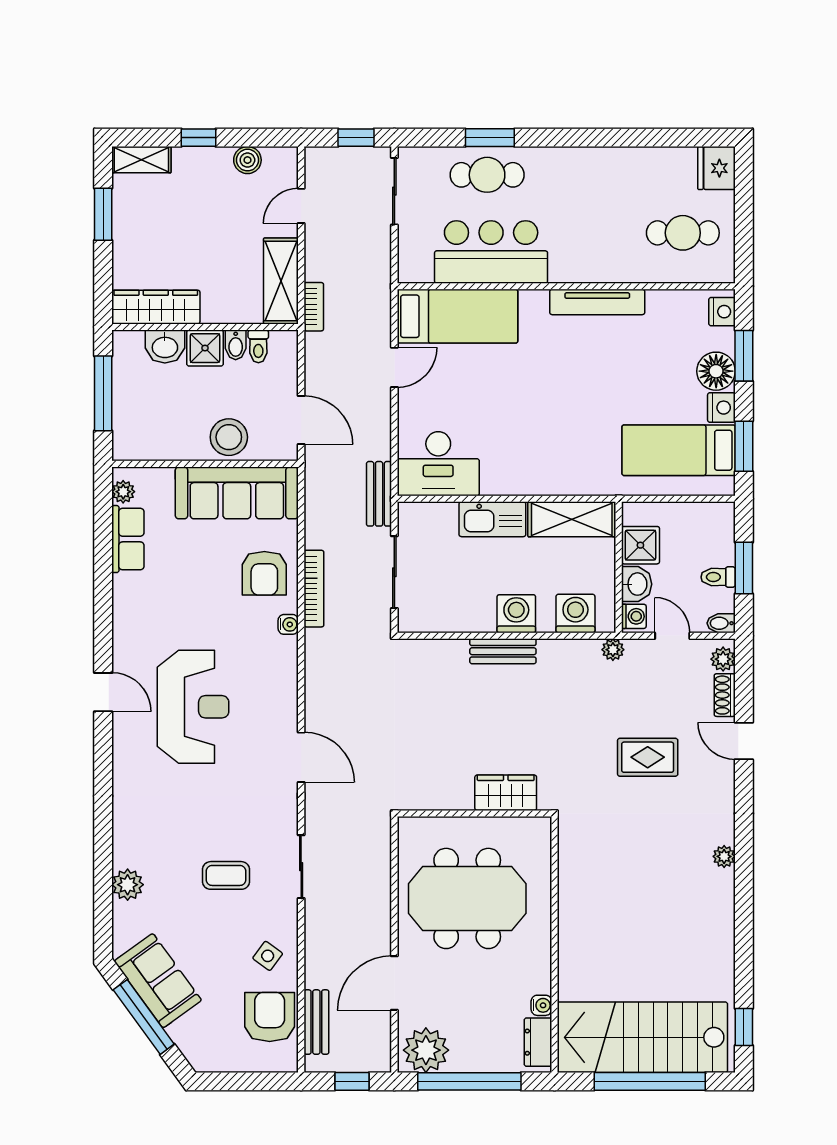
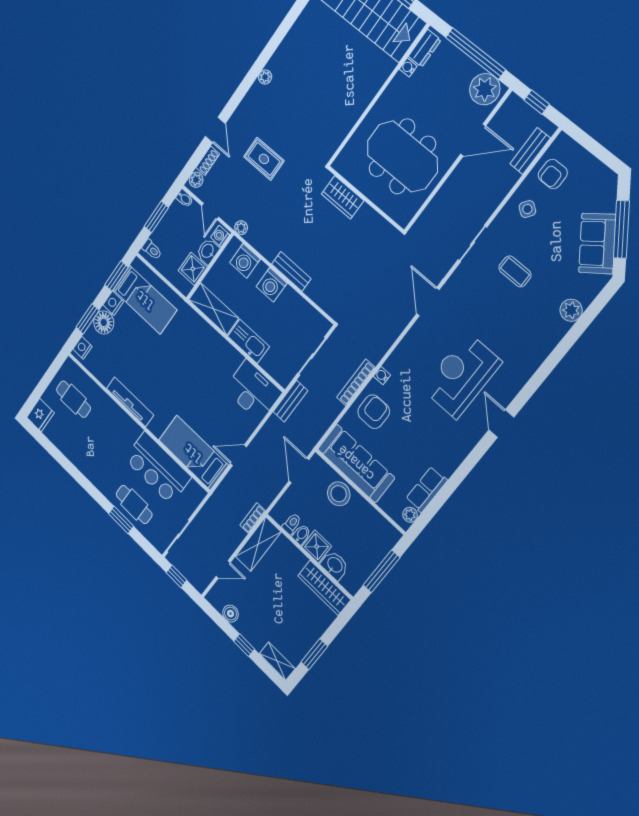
toilet: (718, 577) -> (152, 250), moved
armchair: (270, 1017) -> (553, 174), width x0.72, depth x0.72

